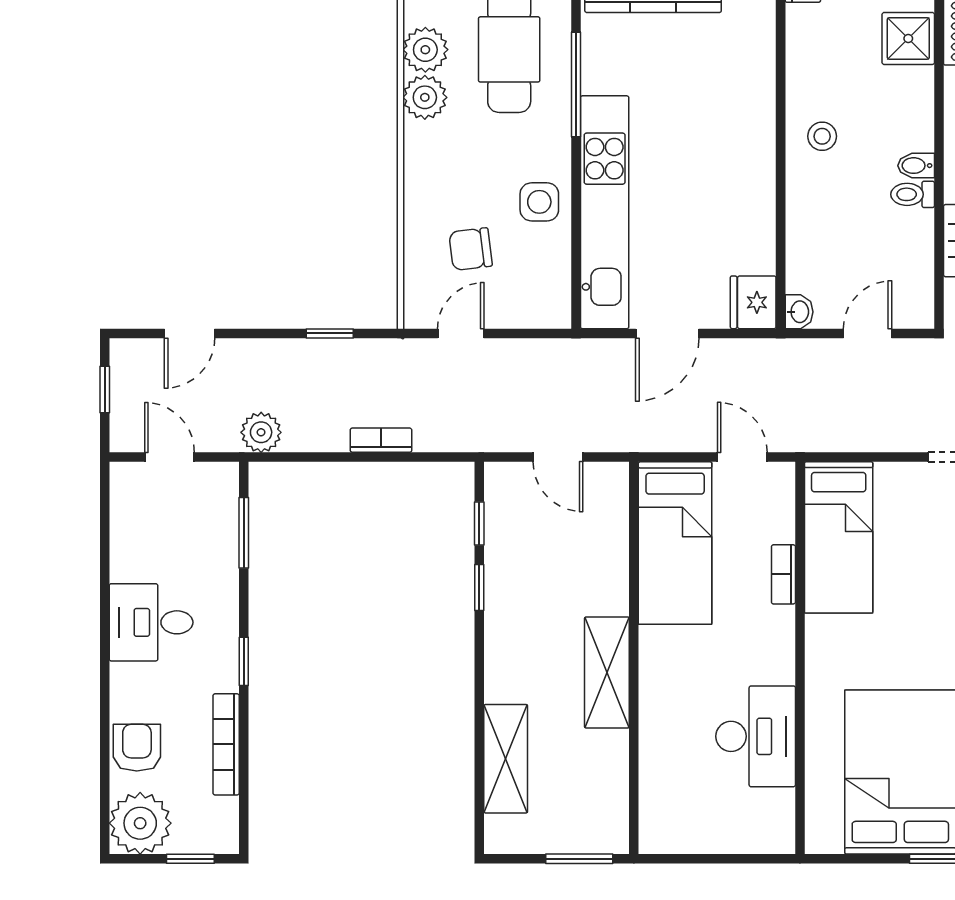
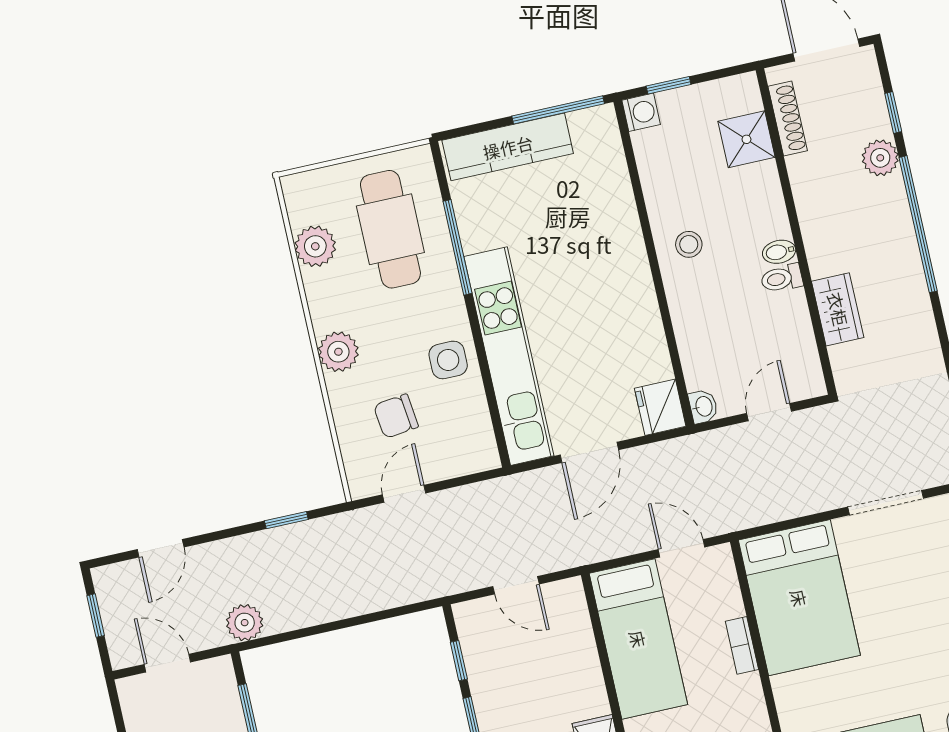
plant: (425, 97) -> (338, 352), moved
bookcase: (381, 440) -> (354, 606), removed
bed: (839, 537) -> (799, 598), width x1.50

